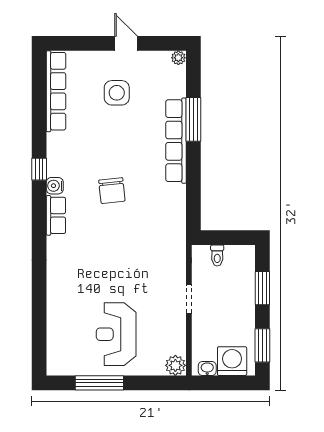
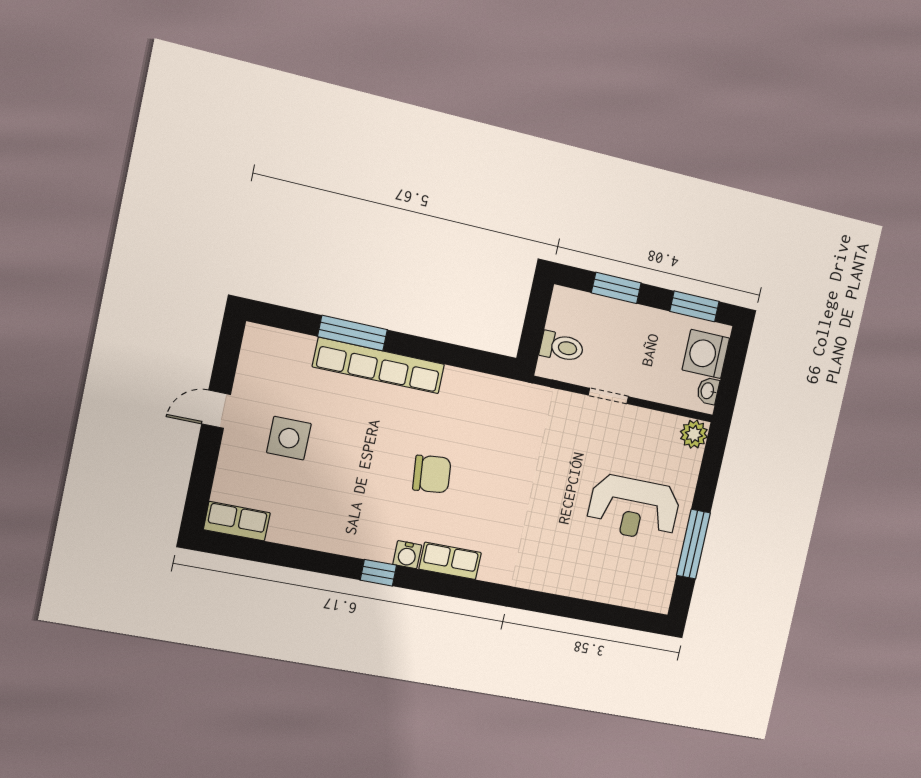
plant: (178, 58) -> (255, 335), removed
row of seats: (56, 91) -> (237, 521), width x0.50
toilet: (217, 255) -> (562, 347), width x1.37, depth x1.39

